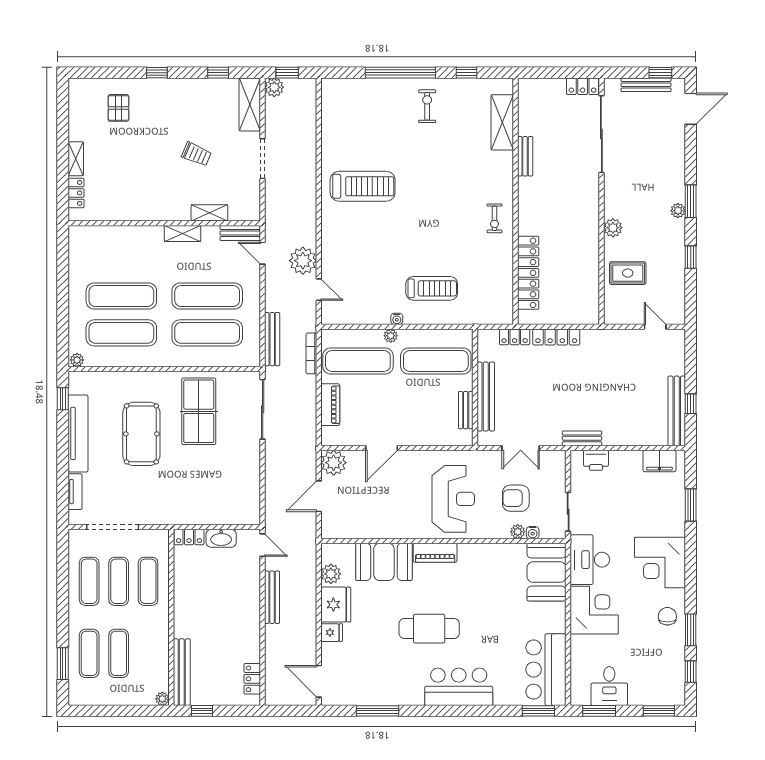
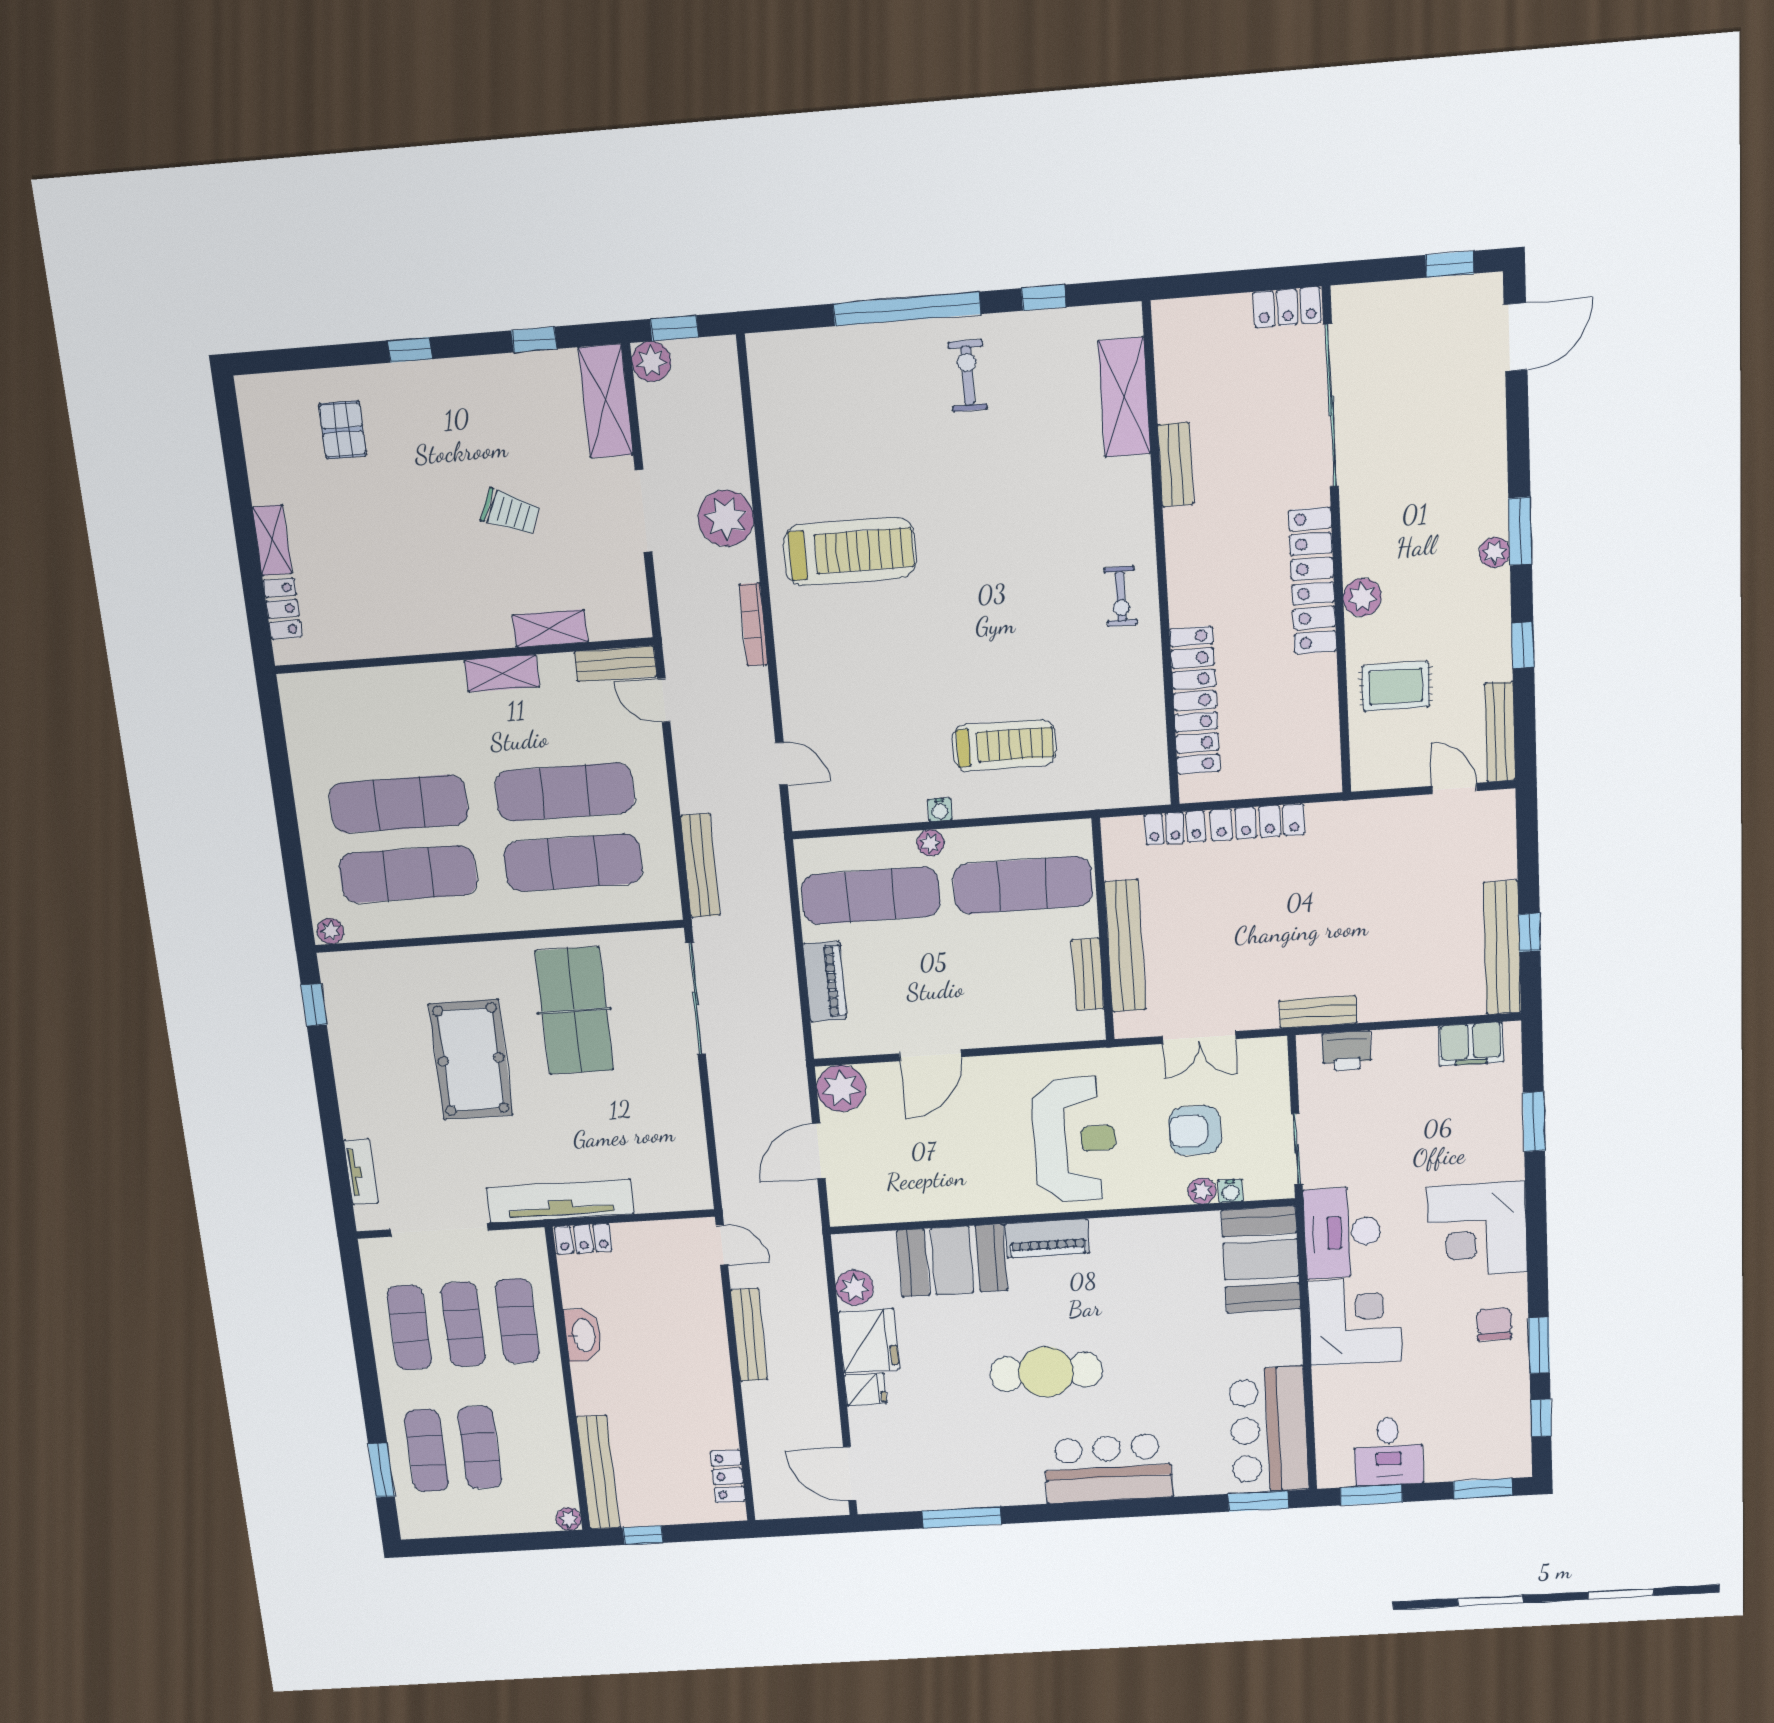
bench: (646, 85) -> (1500, 732), moved, turned 90
locker: (589, 218) -> (1313, 581), added
plant: (303, 261) -> (726, 518), moved
bookcase: (311, 353) -> (753, 625), moved
tv unit: (78, 433) -> (560, 1201), moved, turned -90
washbasin: (221, 538) -> (583, 1335), moved, turned -90

